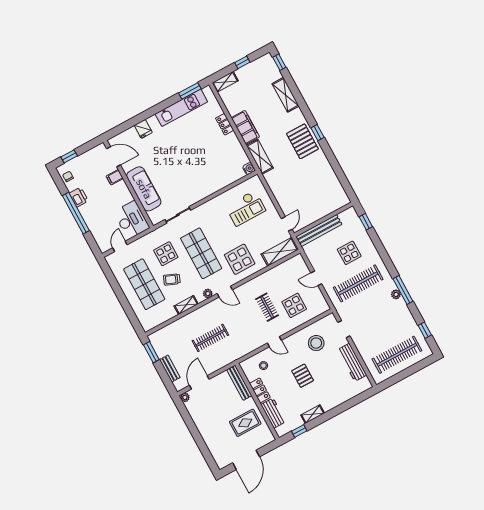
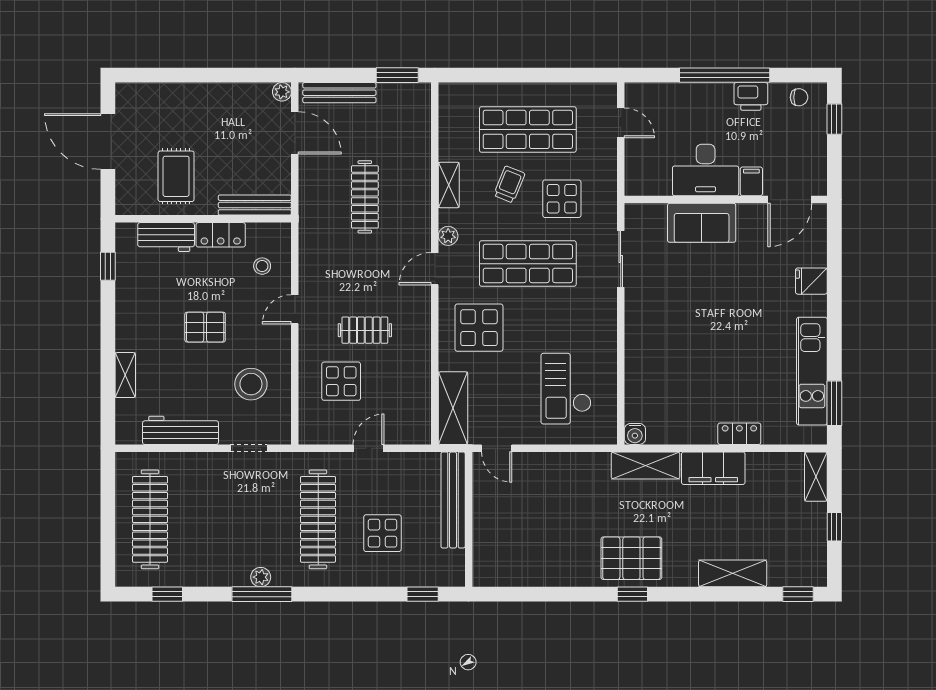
sofa: (144, 189) -> (702, 223), width x0.73
desk: (132, 220) -> (706, 170), moved
bench: (170, 369) -> (339, 93), width x1.36
shelving: (313, 414) -> (125, 375), moved

